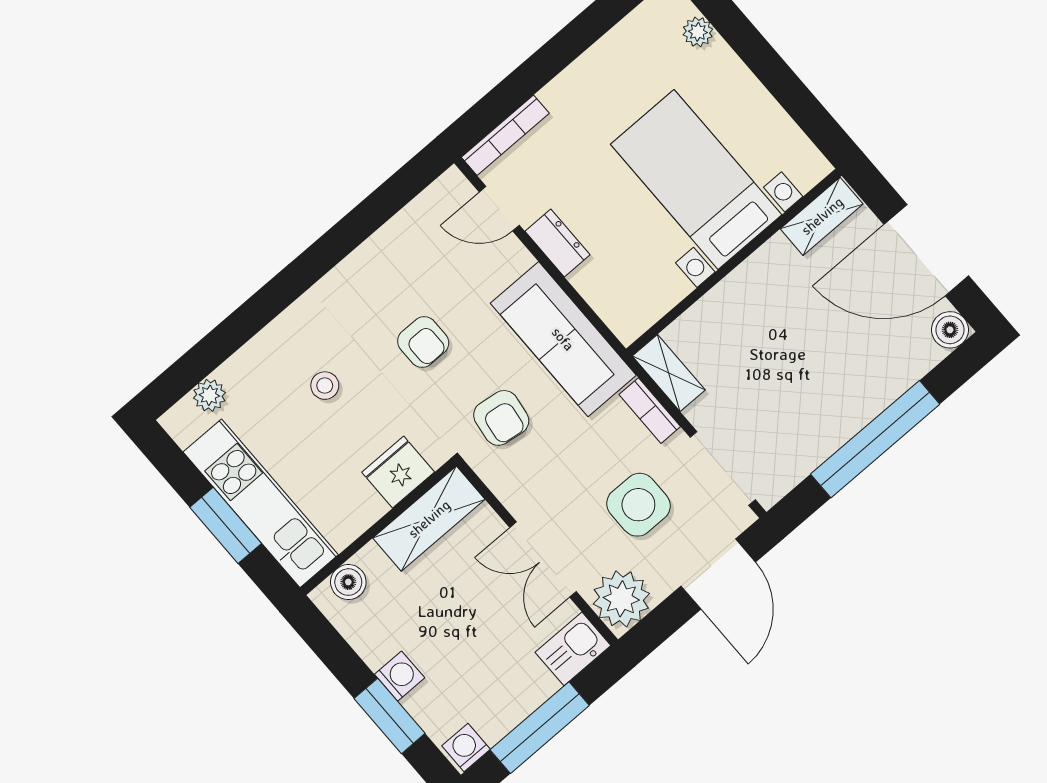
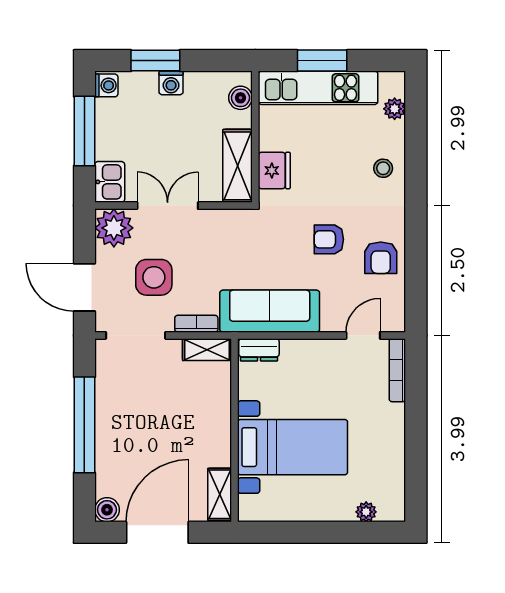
dresser: (557, 243) -> (259, 350), moved
stool: (325, 386) -> (383, 168), moved
armchair: (501, 418) -> (381, 258), moved, turned -98

